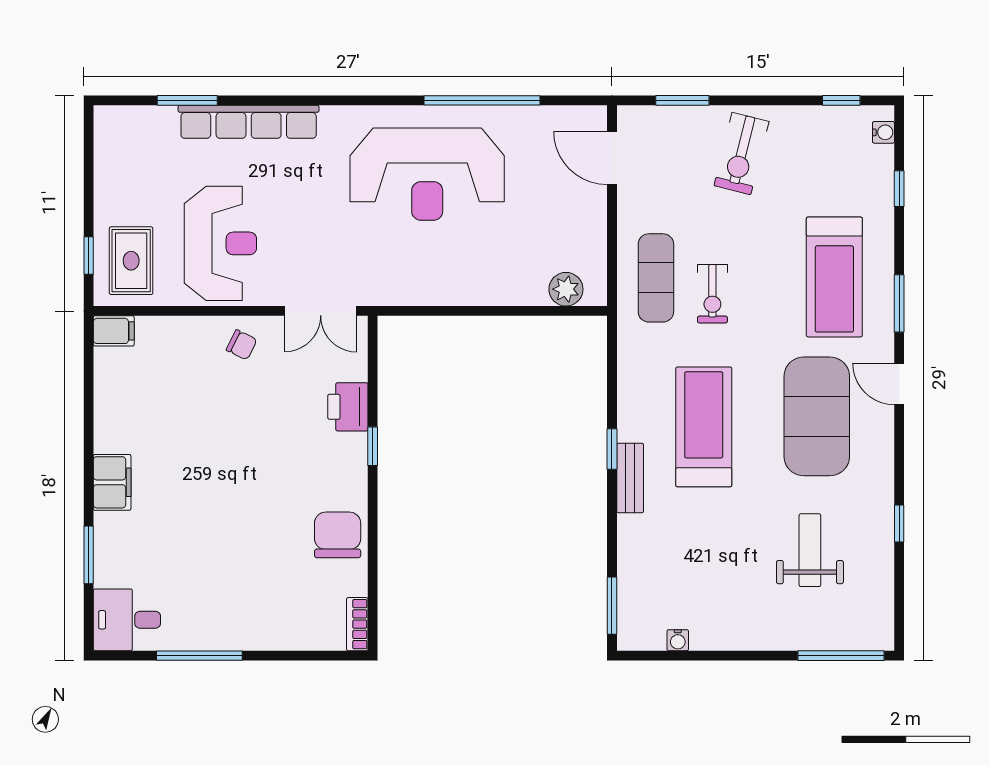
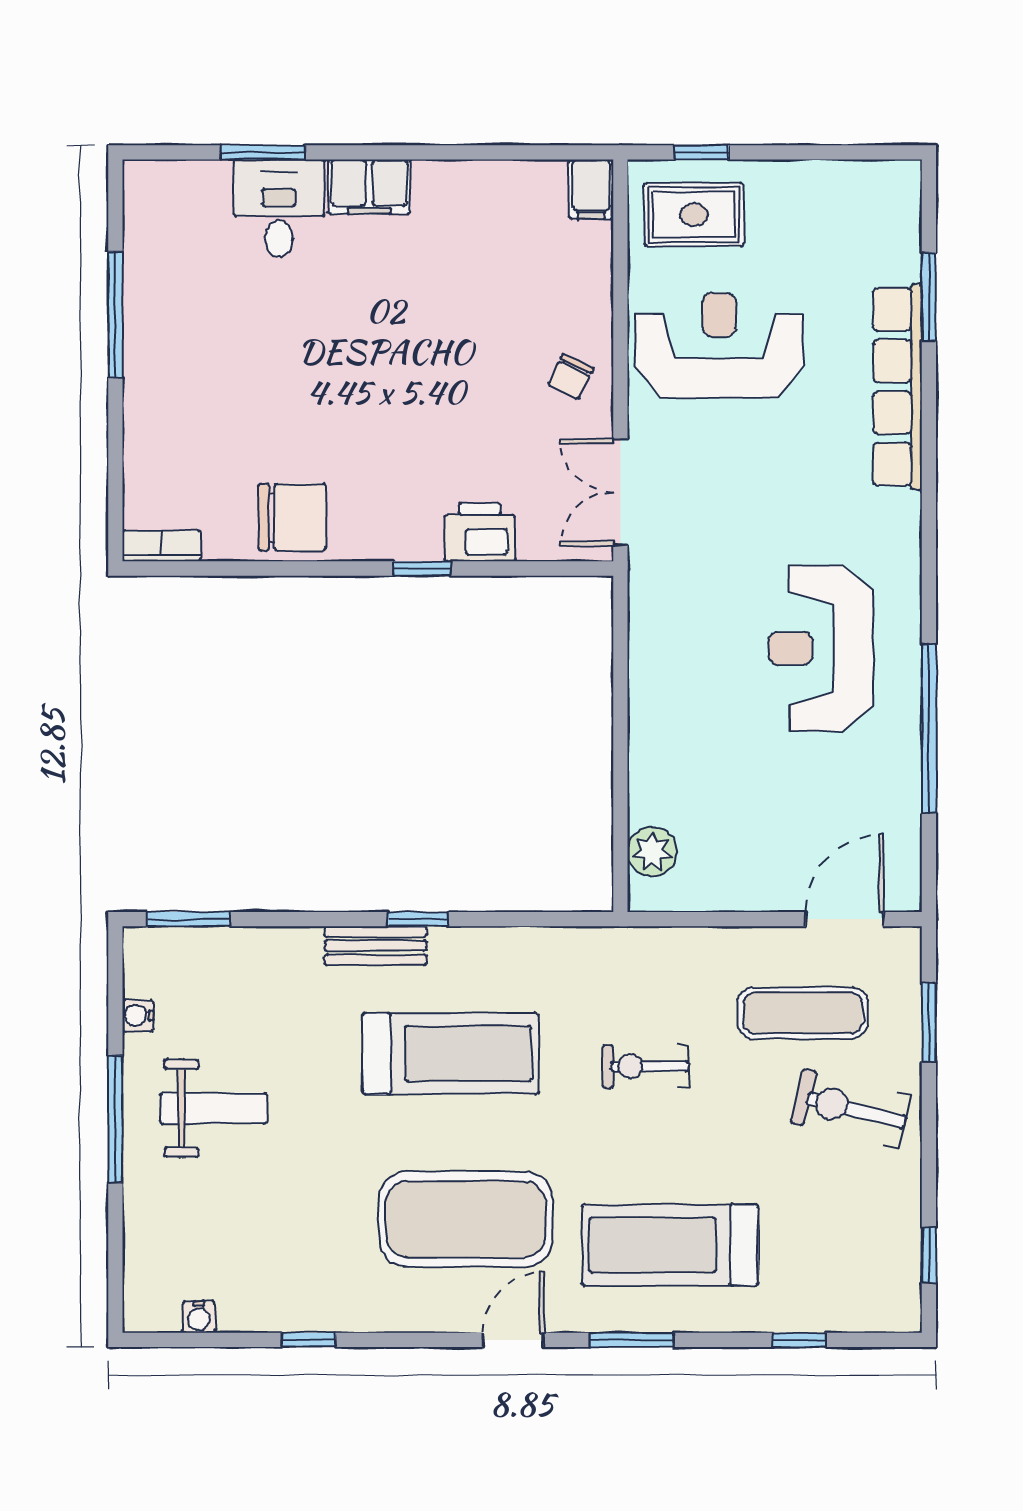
water cooler: (883, 132) -> (199, 1317), moved
reception desk: (427, 174) -> (821, 648), width x0.74, depth x0.77
reception desk: (220, 243) -> (719, 345), turned 180
exercise mat: (656, 278) -> (803, 1013), moved
weight bench: (810, 550) -> (214, 1108), moved
desk: (127, 620) -> (279, 208), moved
window: (841, 656) -> (115, 1119), moved

